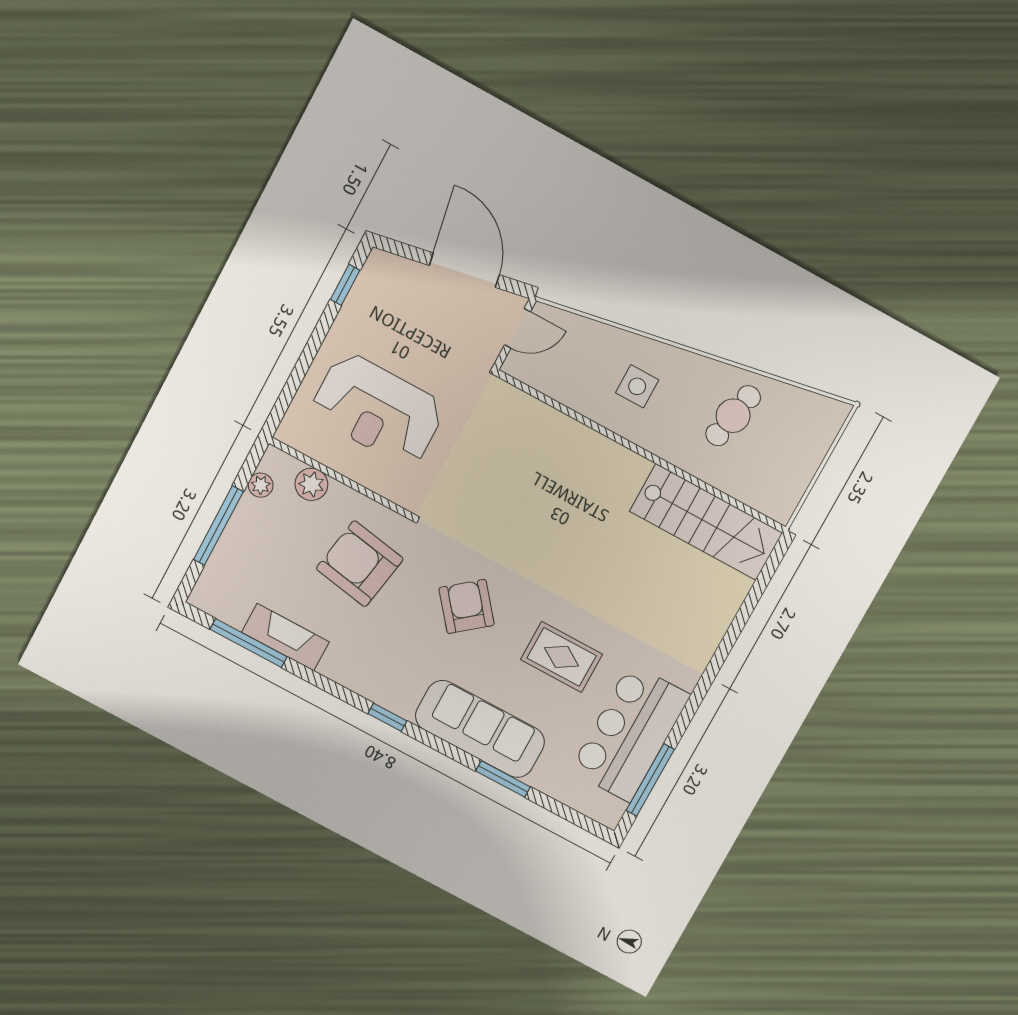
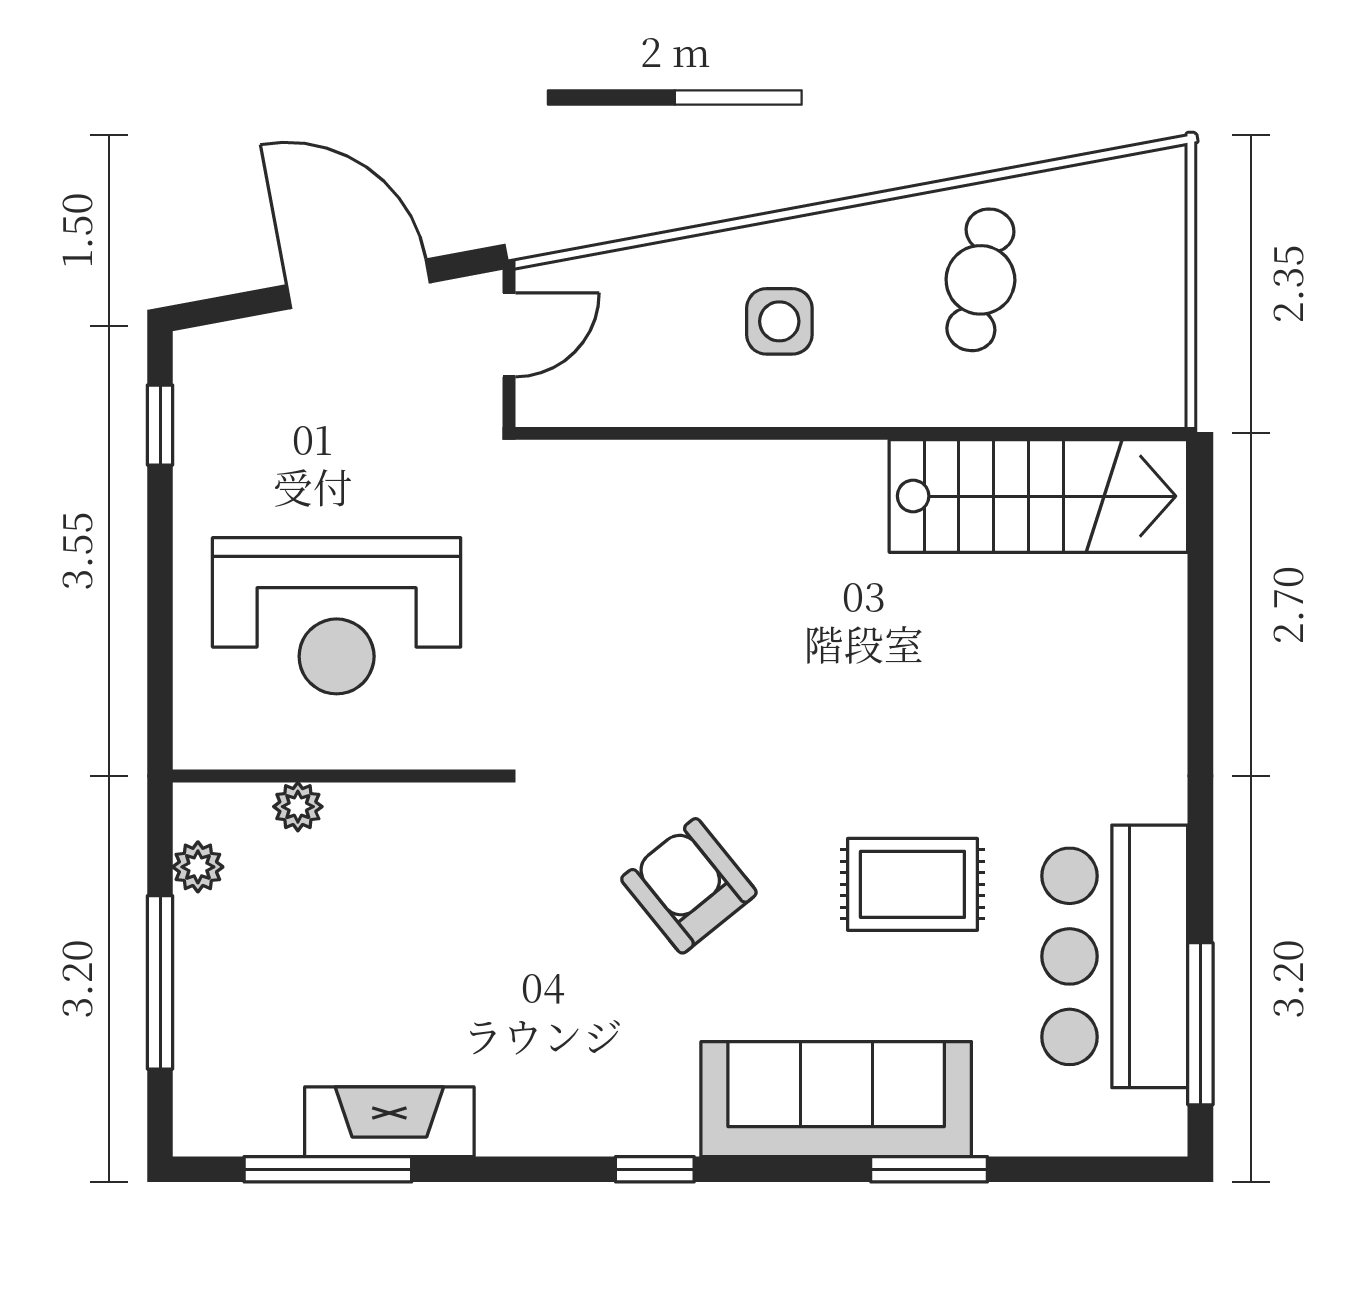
plant: (311, 484) -> (298, 807), width x0.73, depth x0.73
armchair: (360, 564) -> (453, 913), removed

